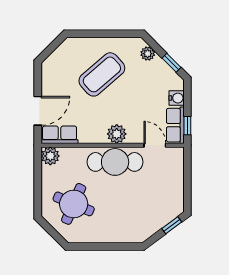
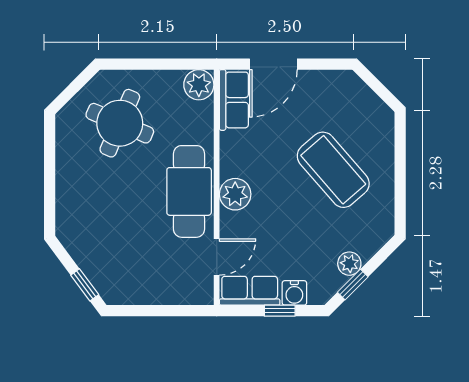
plant: (148, 54) -> (349, 264), moved
door: (38, 111) -> (273, 64), hinge flipped
window: (187, 126) -> (280, 311), moved

